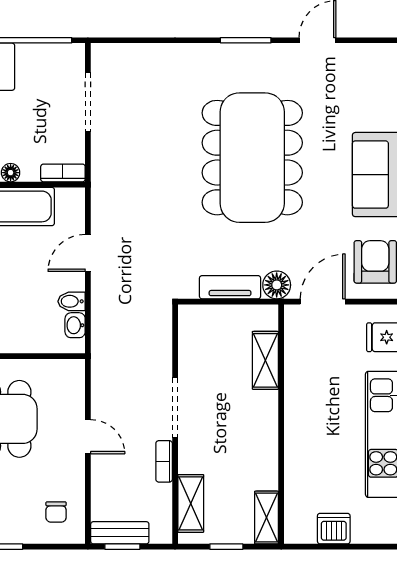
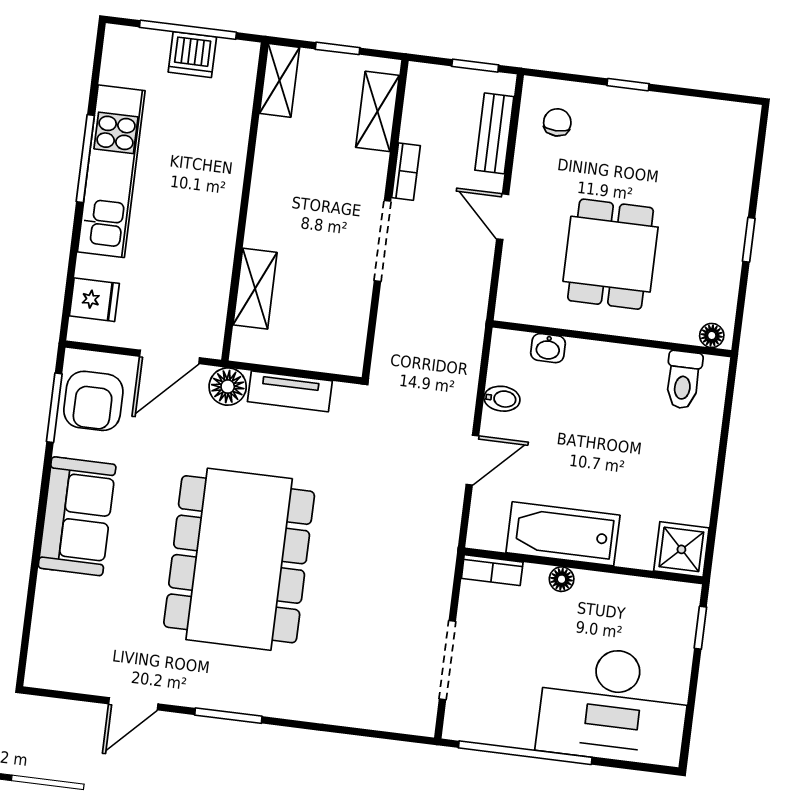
washbasin: (75, 325) -> (548, 348), moved, turned 90
bench: (120, 533) -> (494, 133), moved, turned 90
window: (339, 547) -> (188, 30), added

